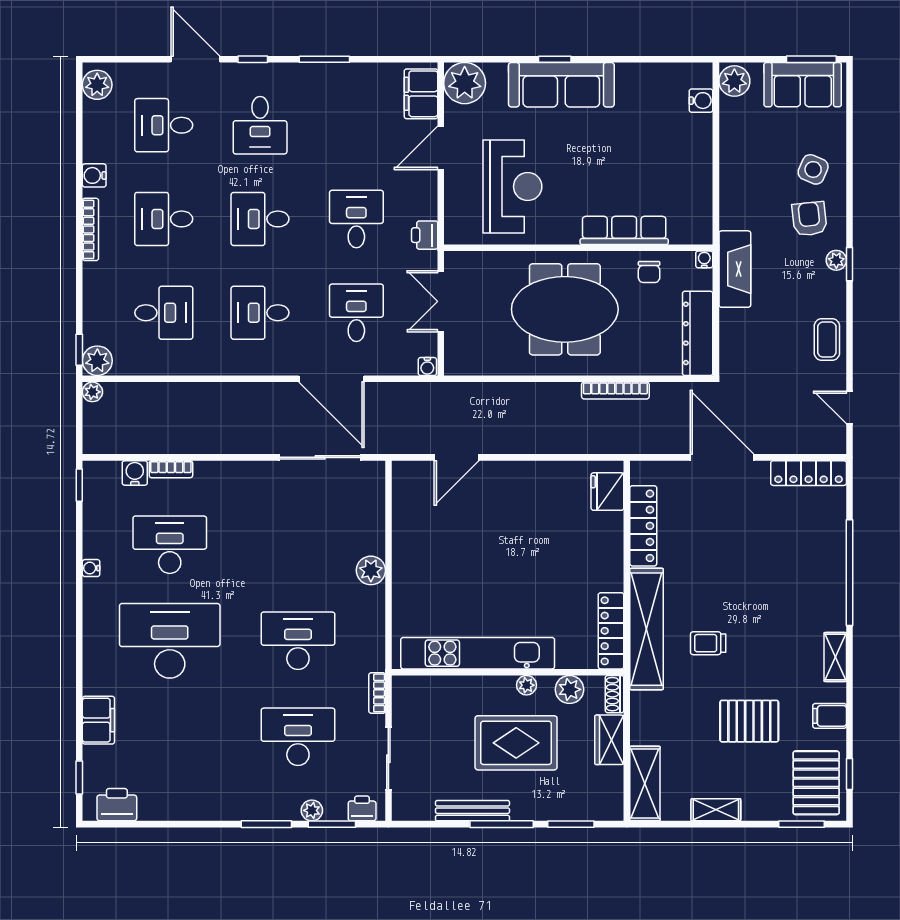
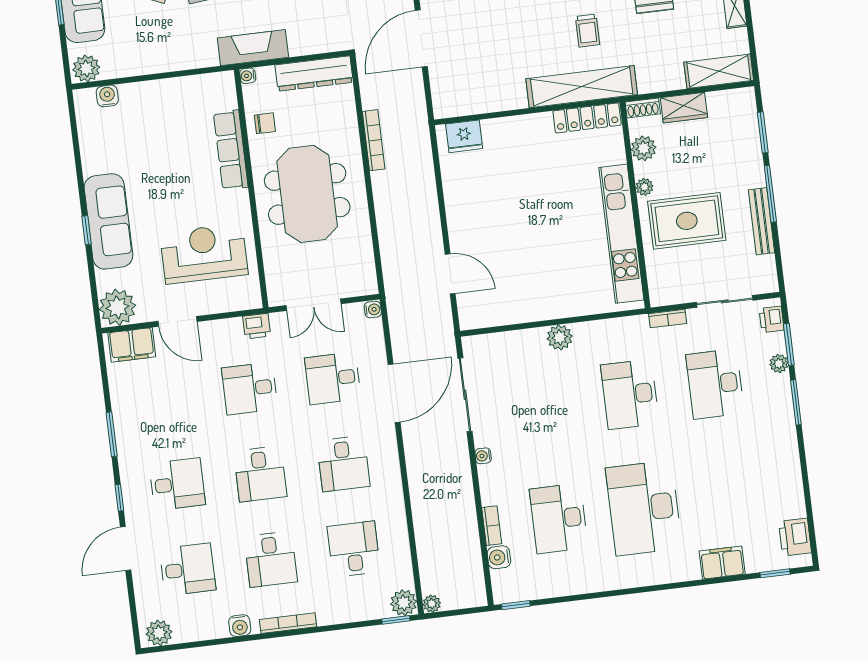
desk: (164, 125) -> (188, 569), turned -90
locker: (643, 526) -> (490, 101), removed
water cooler: (91, 568) -> (483, 456), moved, turned 90
rug: (516, 743) -> (687, 221), moved, turned 90

